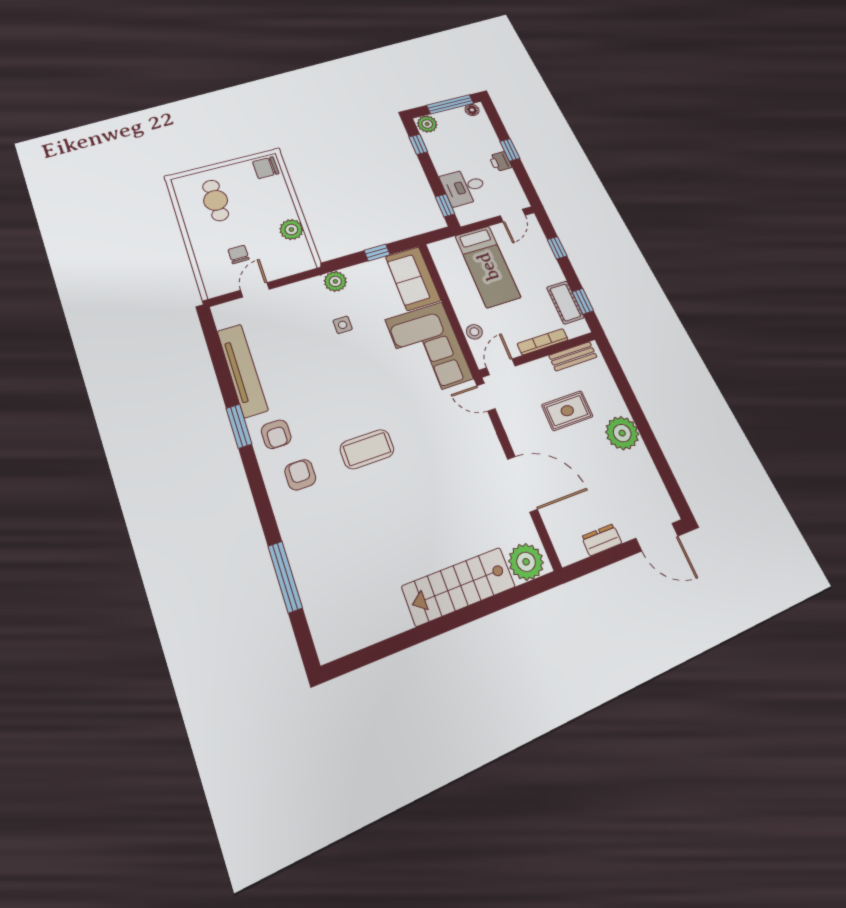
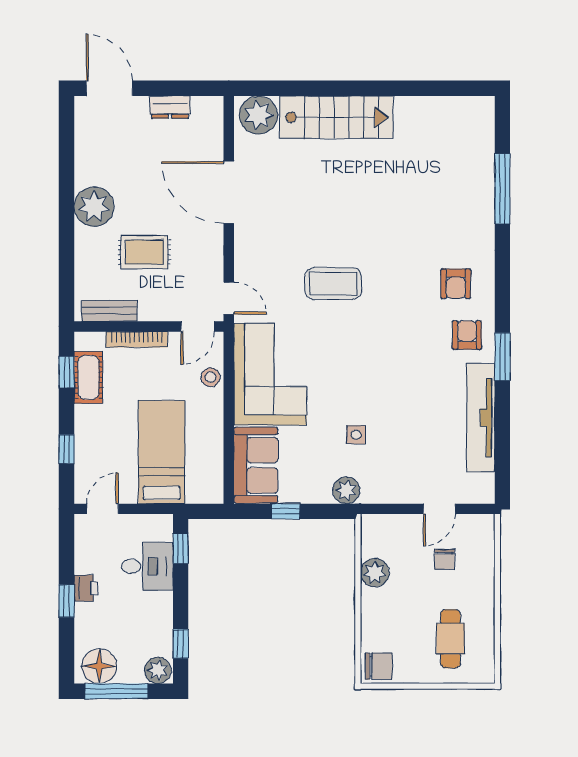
floor lamp: (472, 110) -> (99, 666), width x1.89, depth x1.89
coffee table: (367, 449) -> (333, 284), moved

